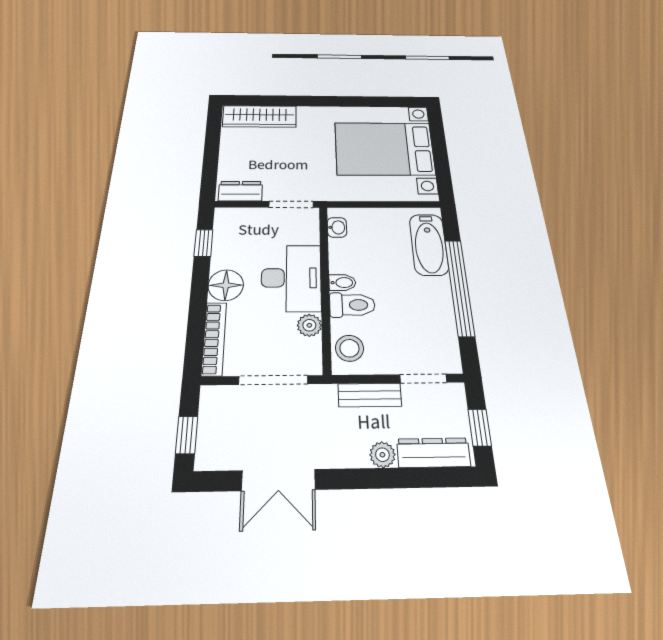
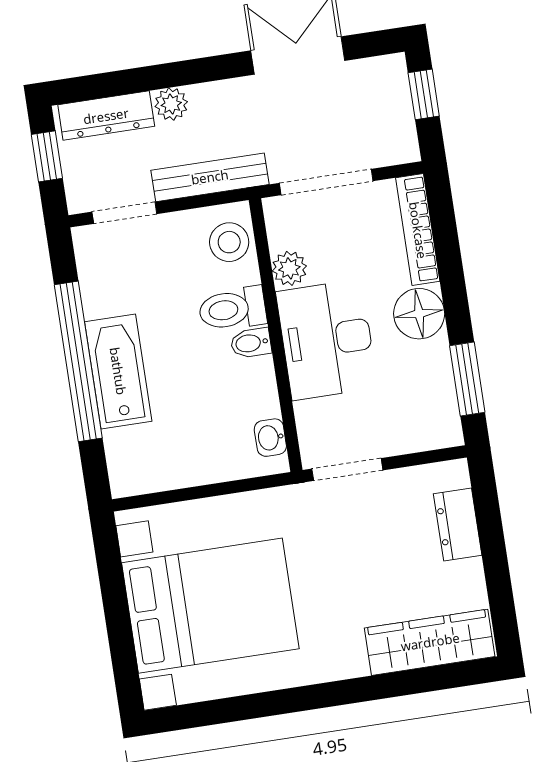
dresser: (240, 191) -> (458, 524), moved, turned 90
window: (203, 243) -> (467, 379), width x1.50
bathtub: (429, 244) -> (118, 371), moved
bench: (370, 395) -> (210, 177), width x1.36

